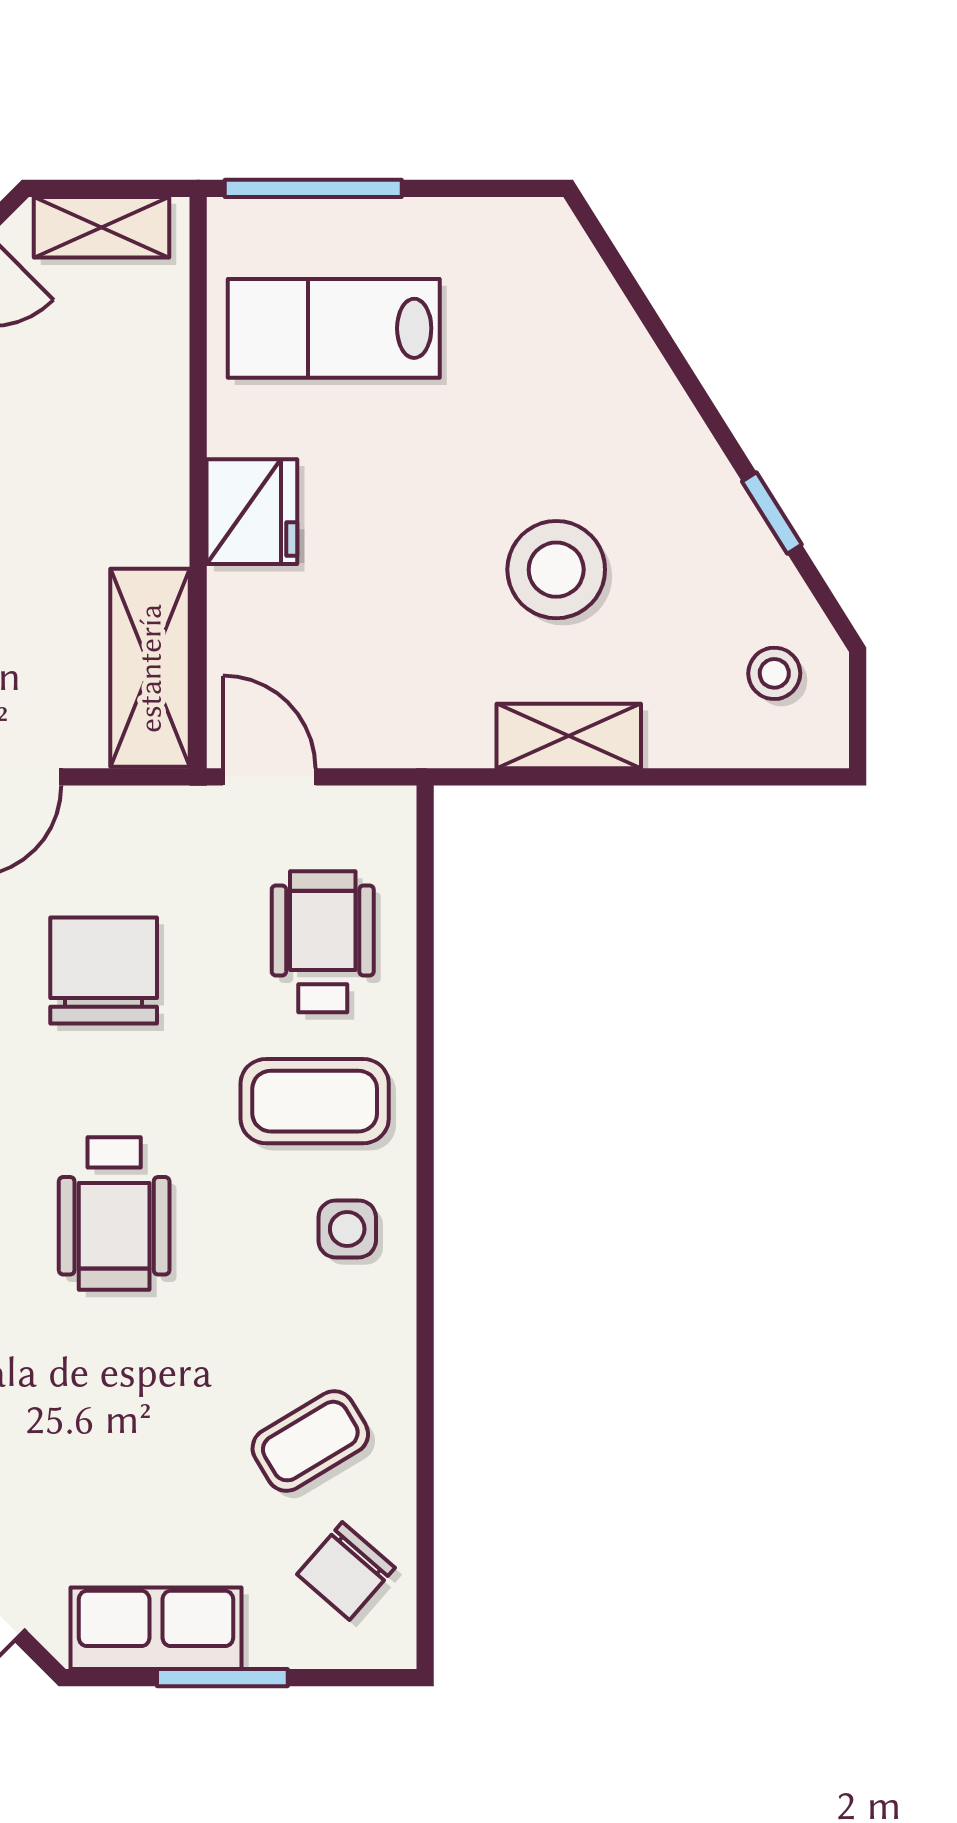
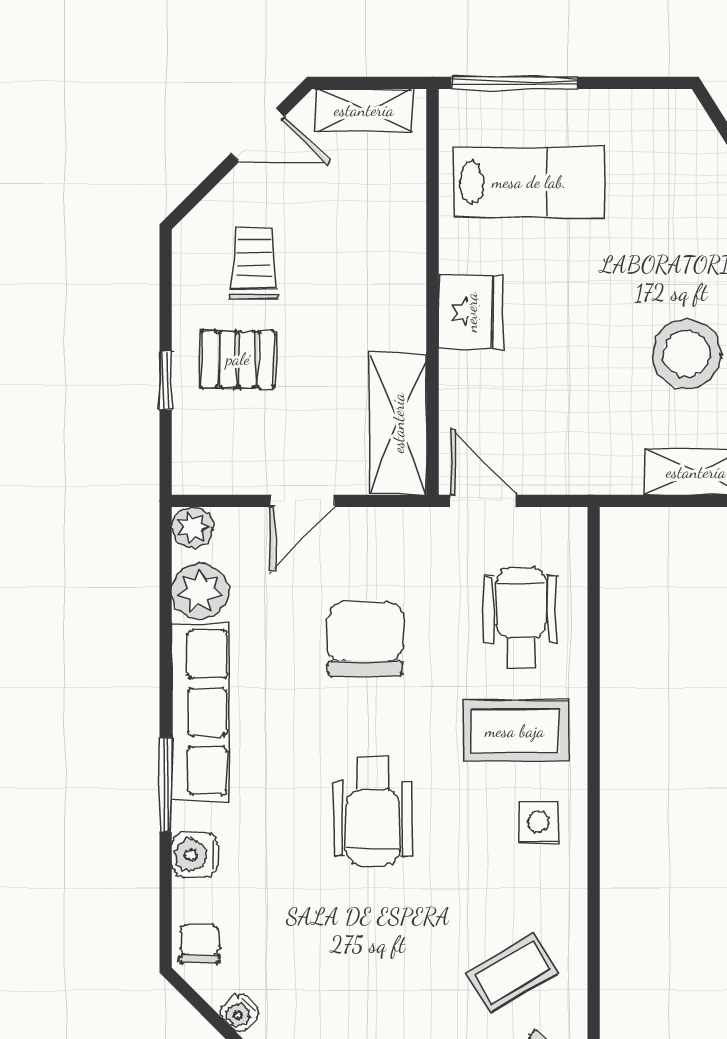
lab bench: (334, 328) -> (529, 182), turned 180

